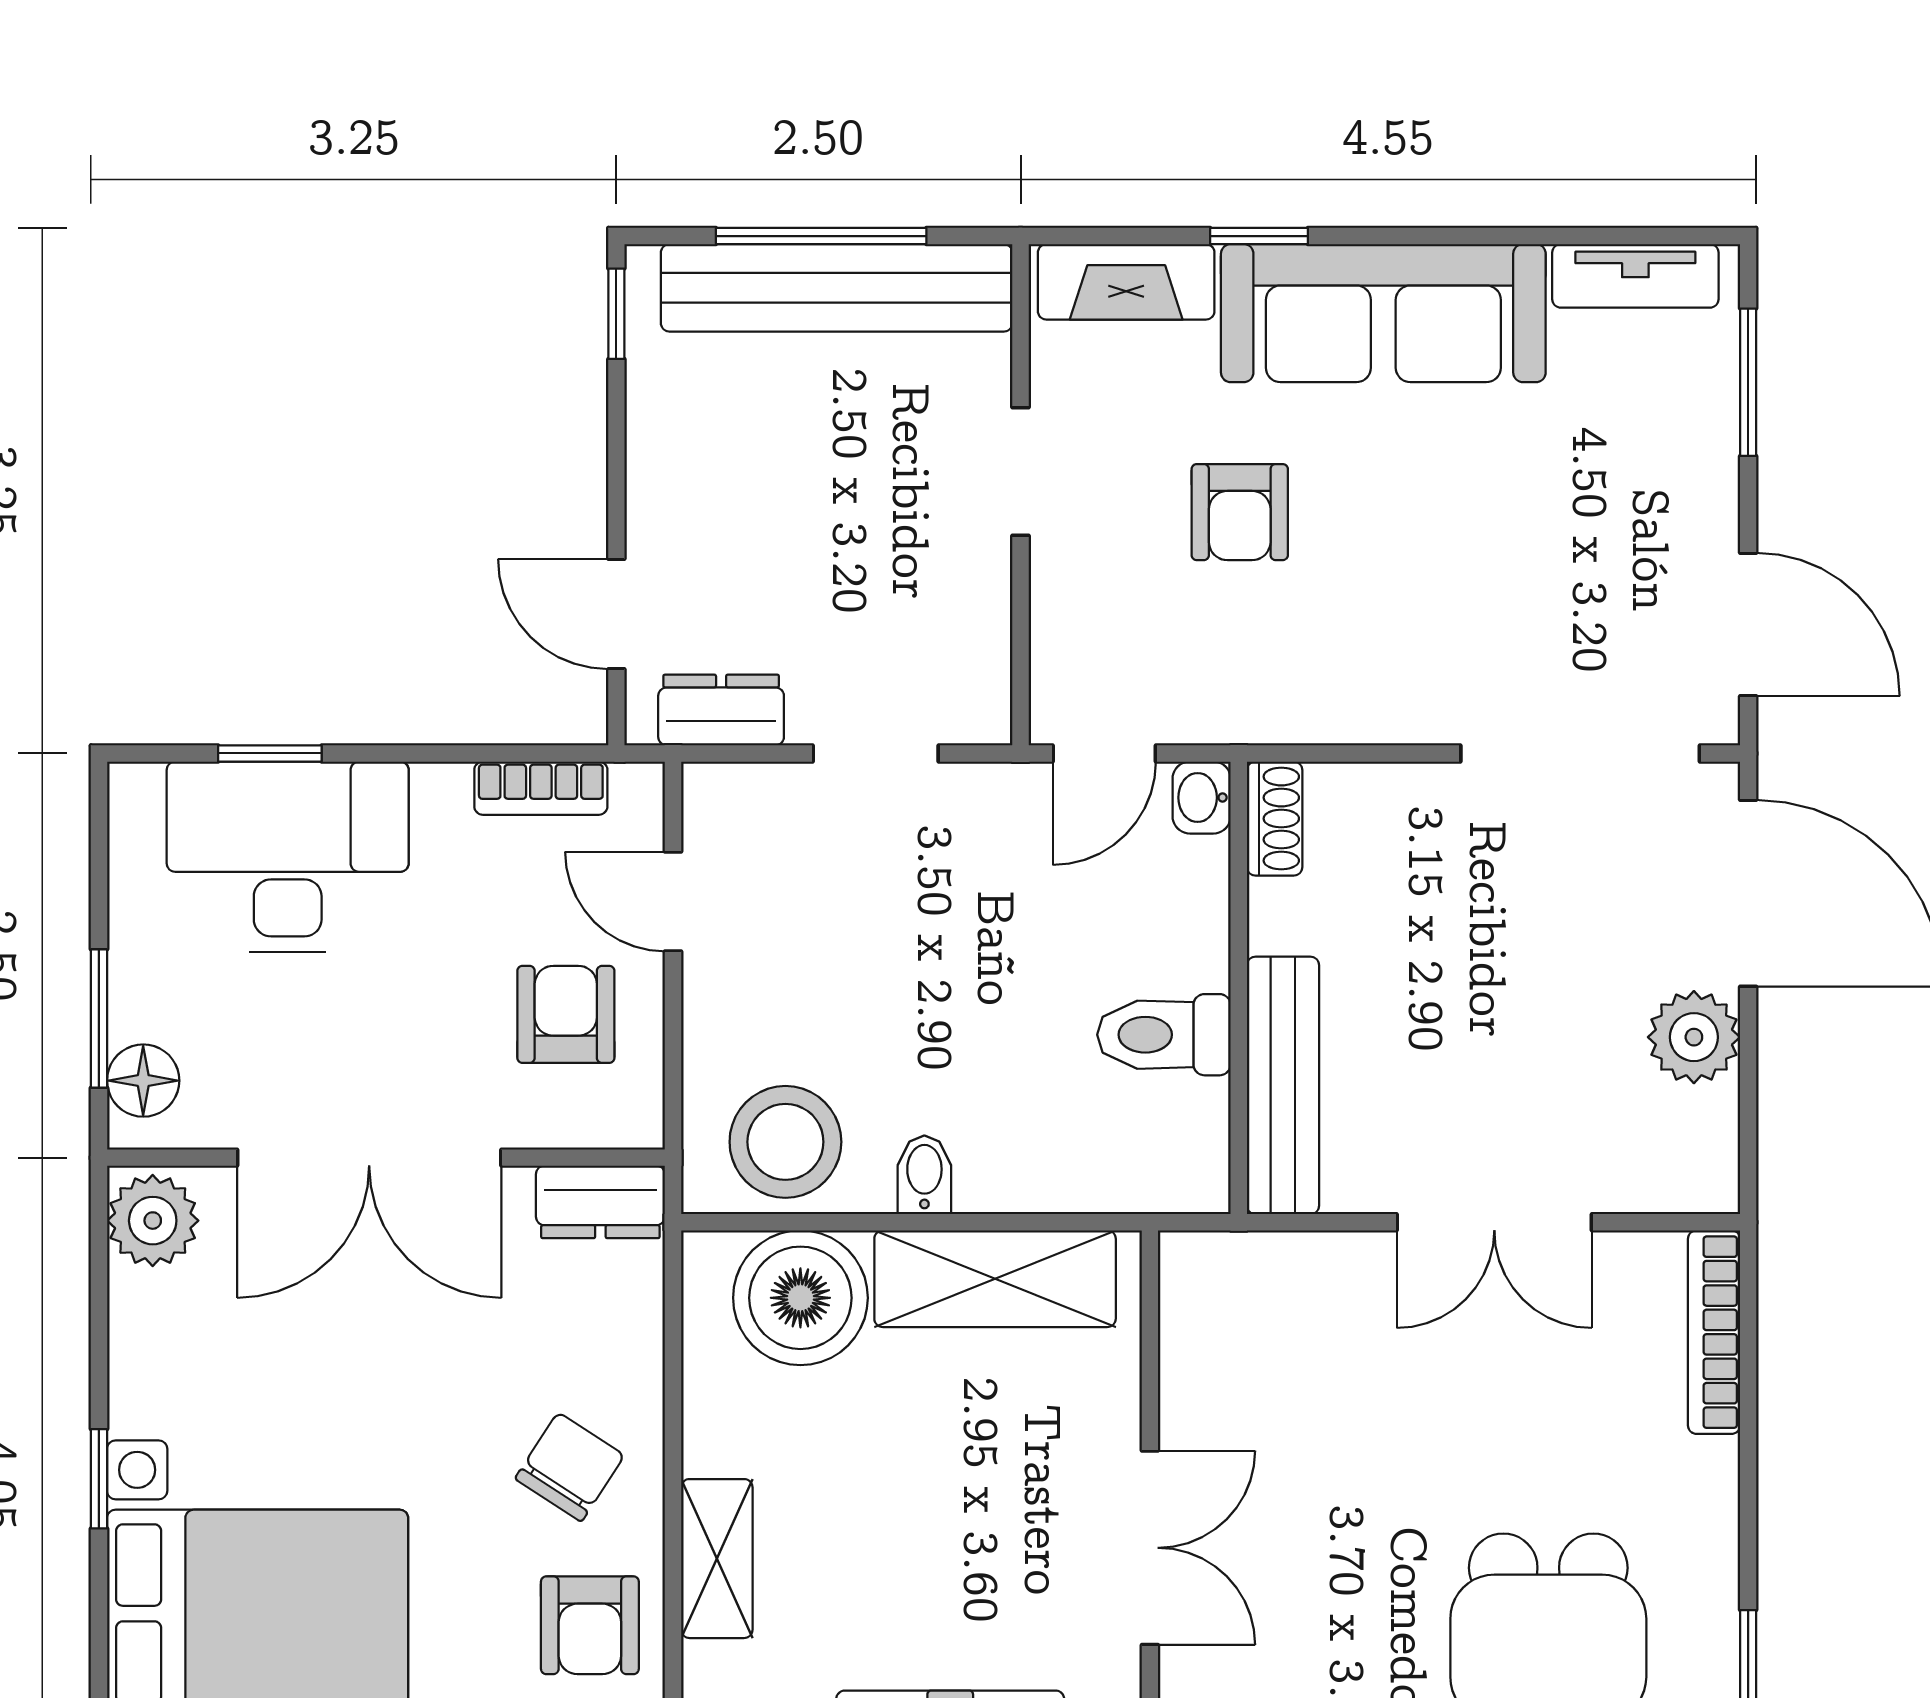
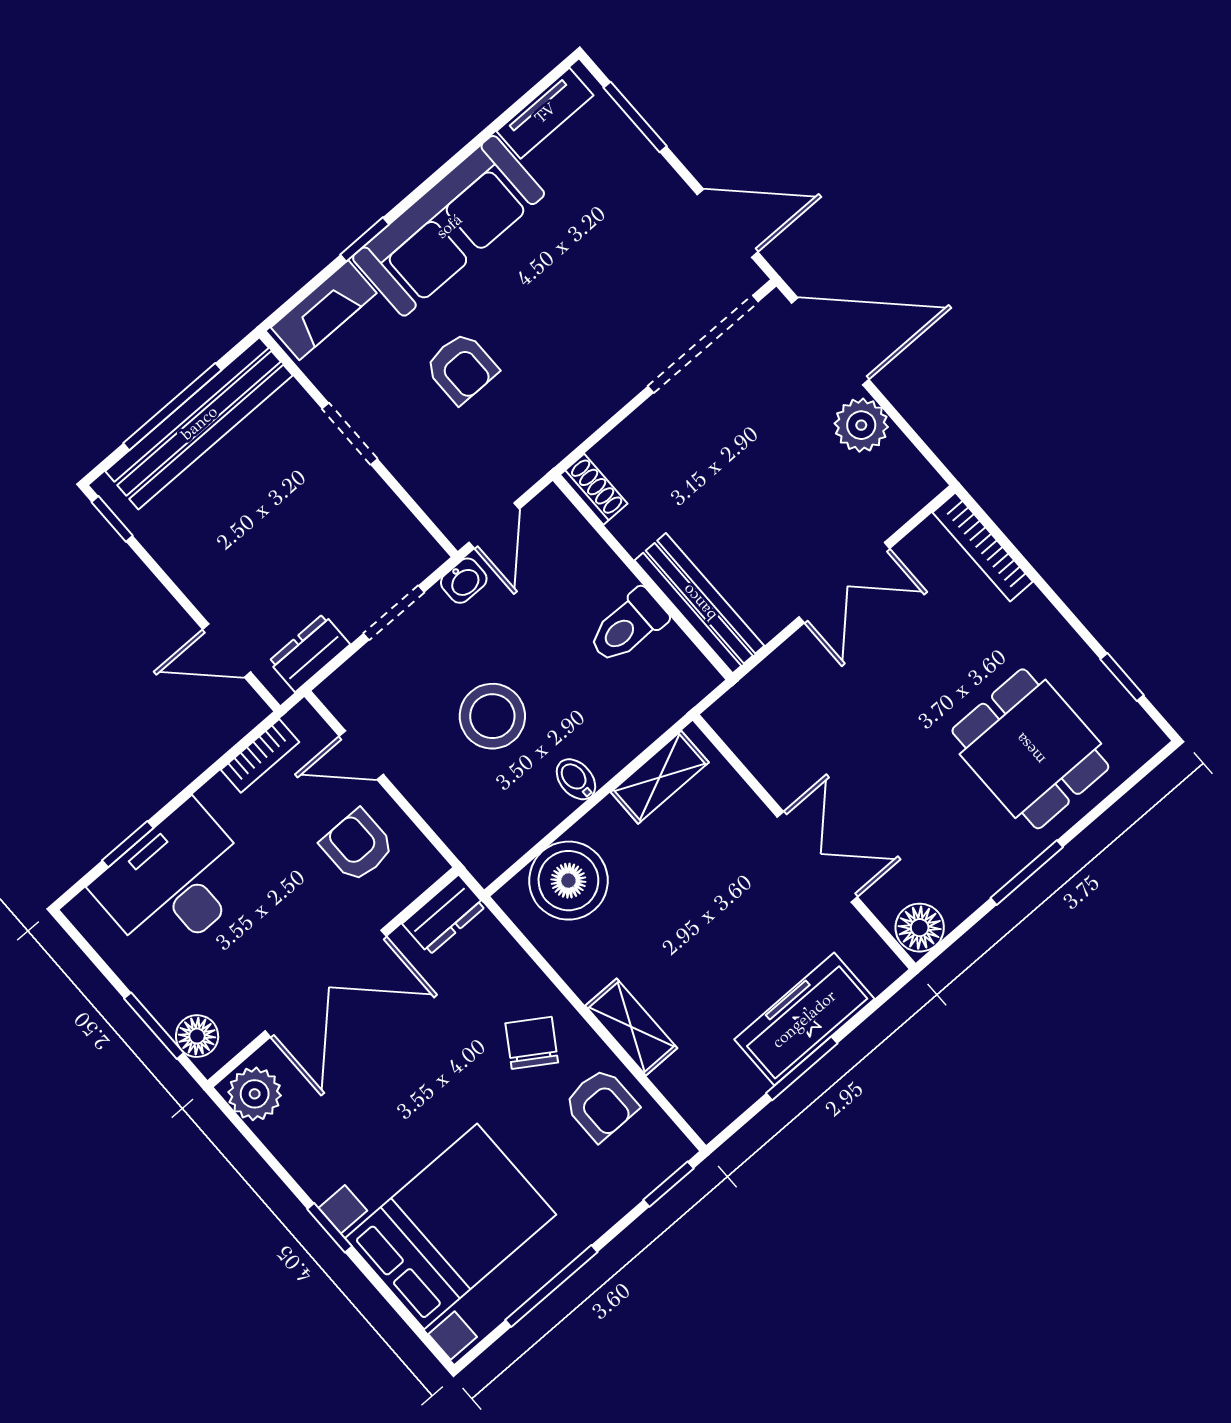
washbasin: (1202, 798) -> (464, 581), moved, turned -90
stool: (785, 1142) -> (492, 716), moved
shelving: (995, 1279) -> (660, 777), width x0.67, depth x0.75

